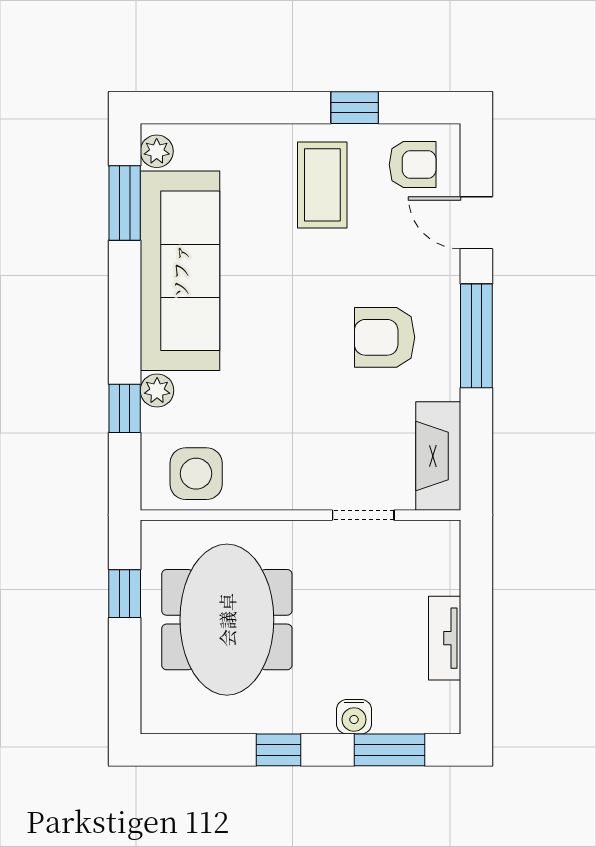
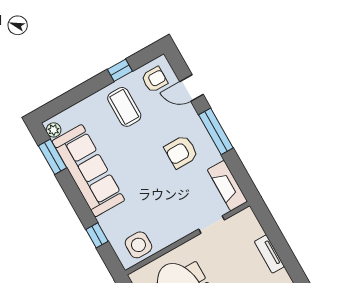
plant: (157, 390) -> (106, 221), removed

